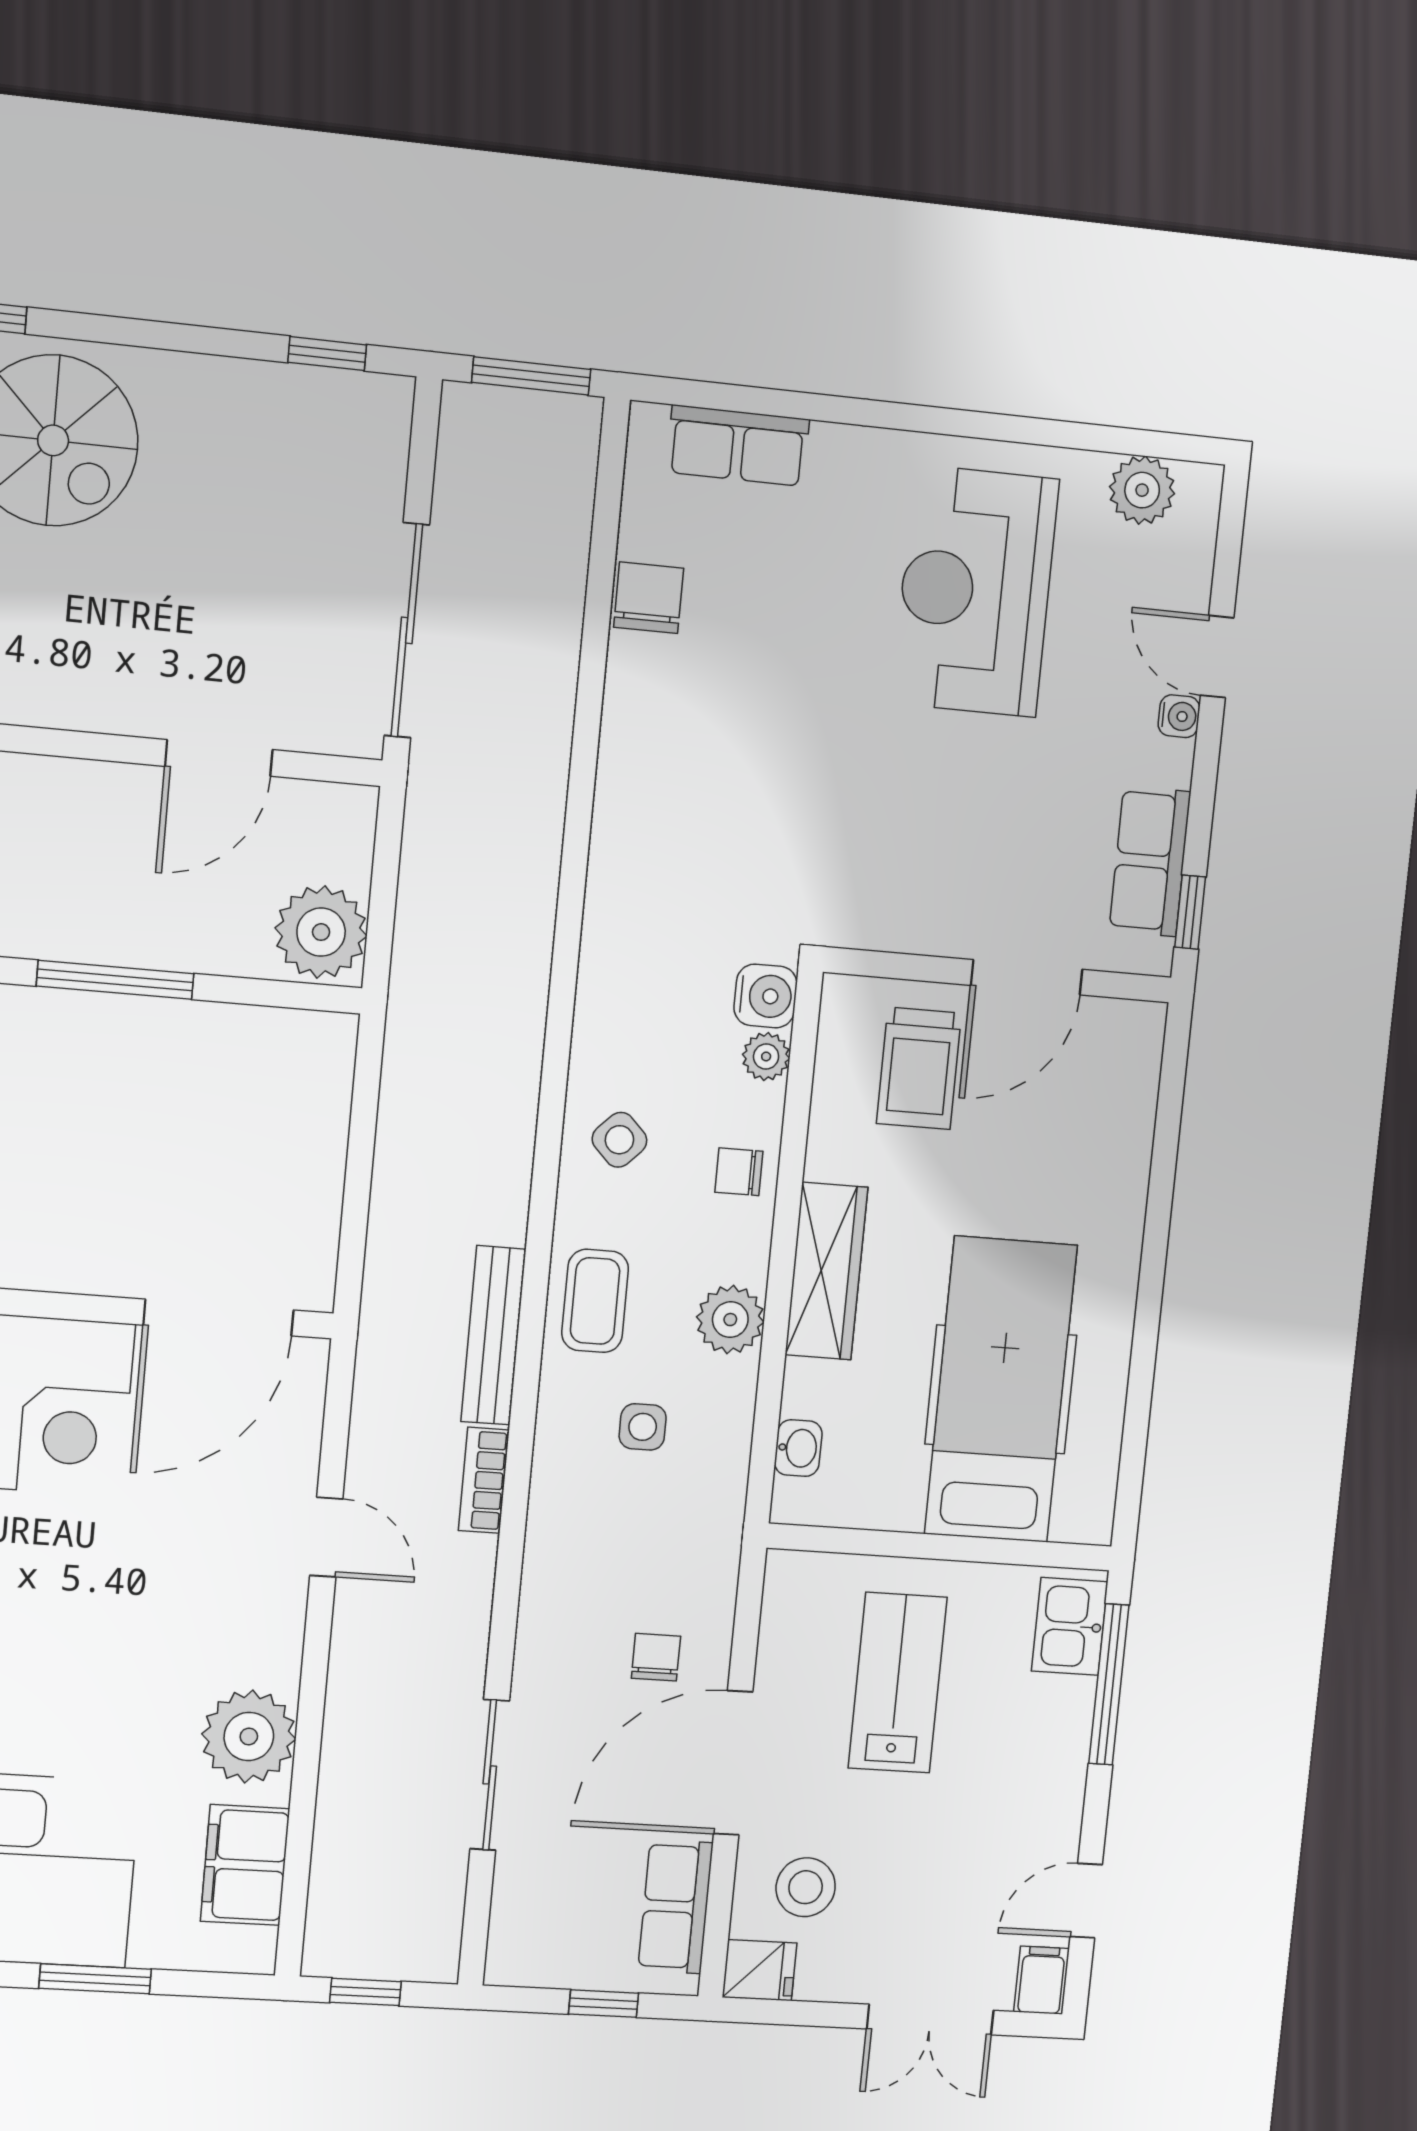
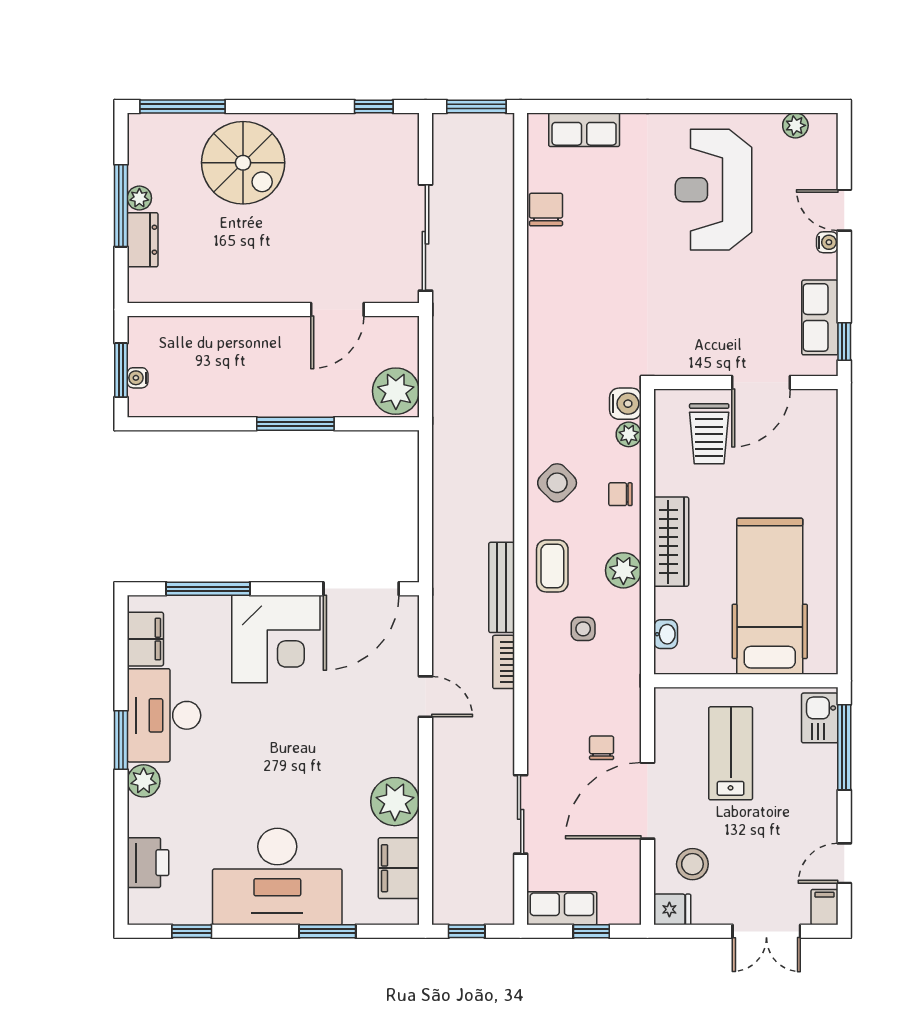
plant: (1142, 490) -> (795, 125), width x0.73, depth x0.73
side table: (619, 1140) -> (557, 483), width x1.37, depth x1.37
row of seats: (676, 1907) -> (562, 908), moved, turned 90

